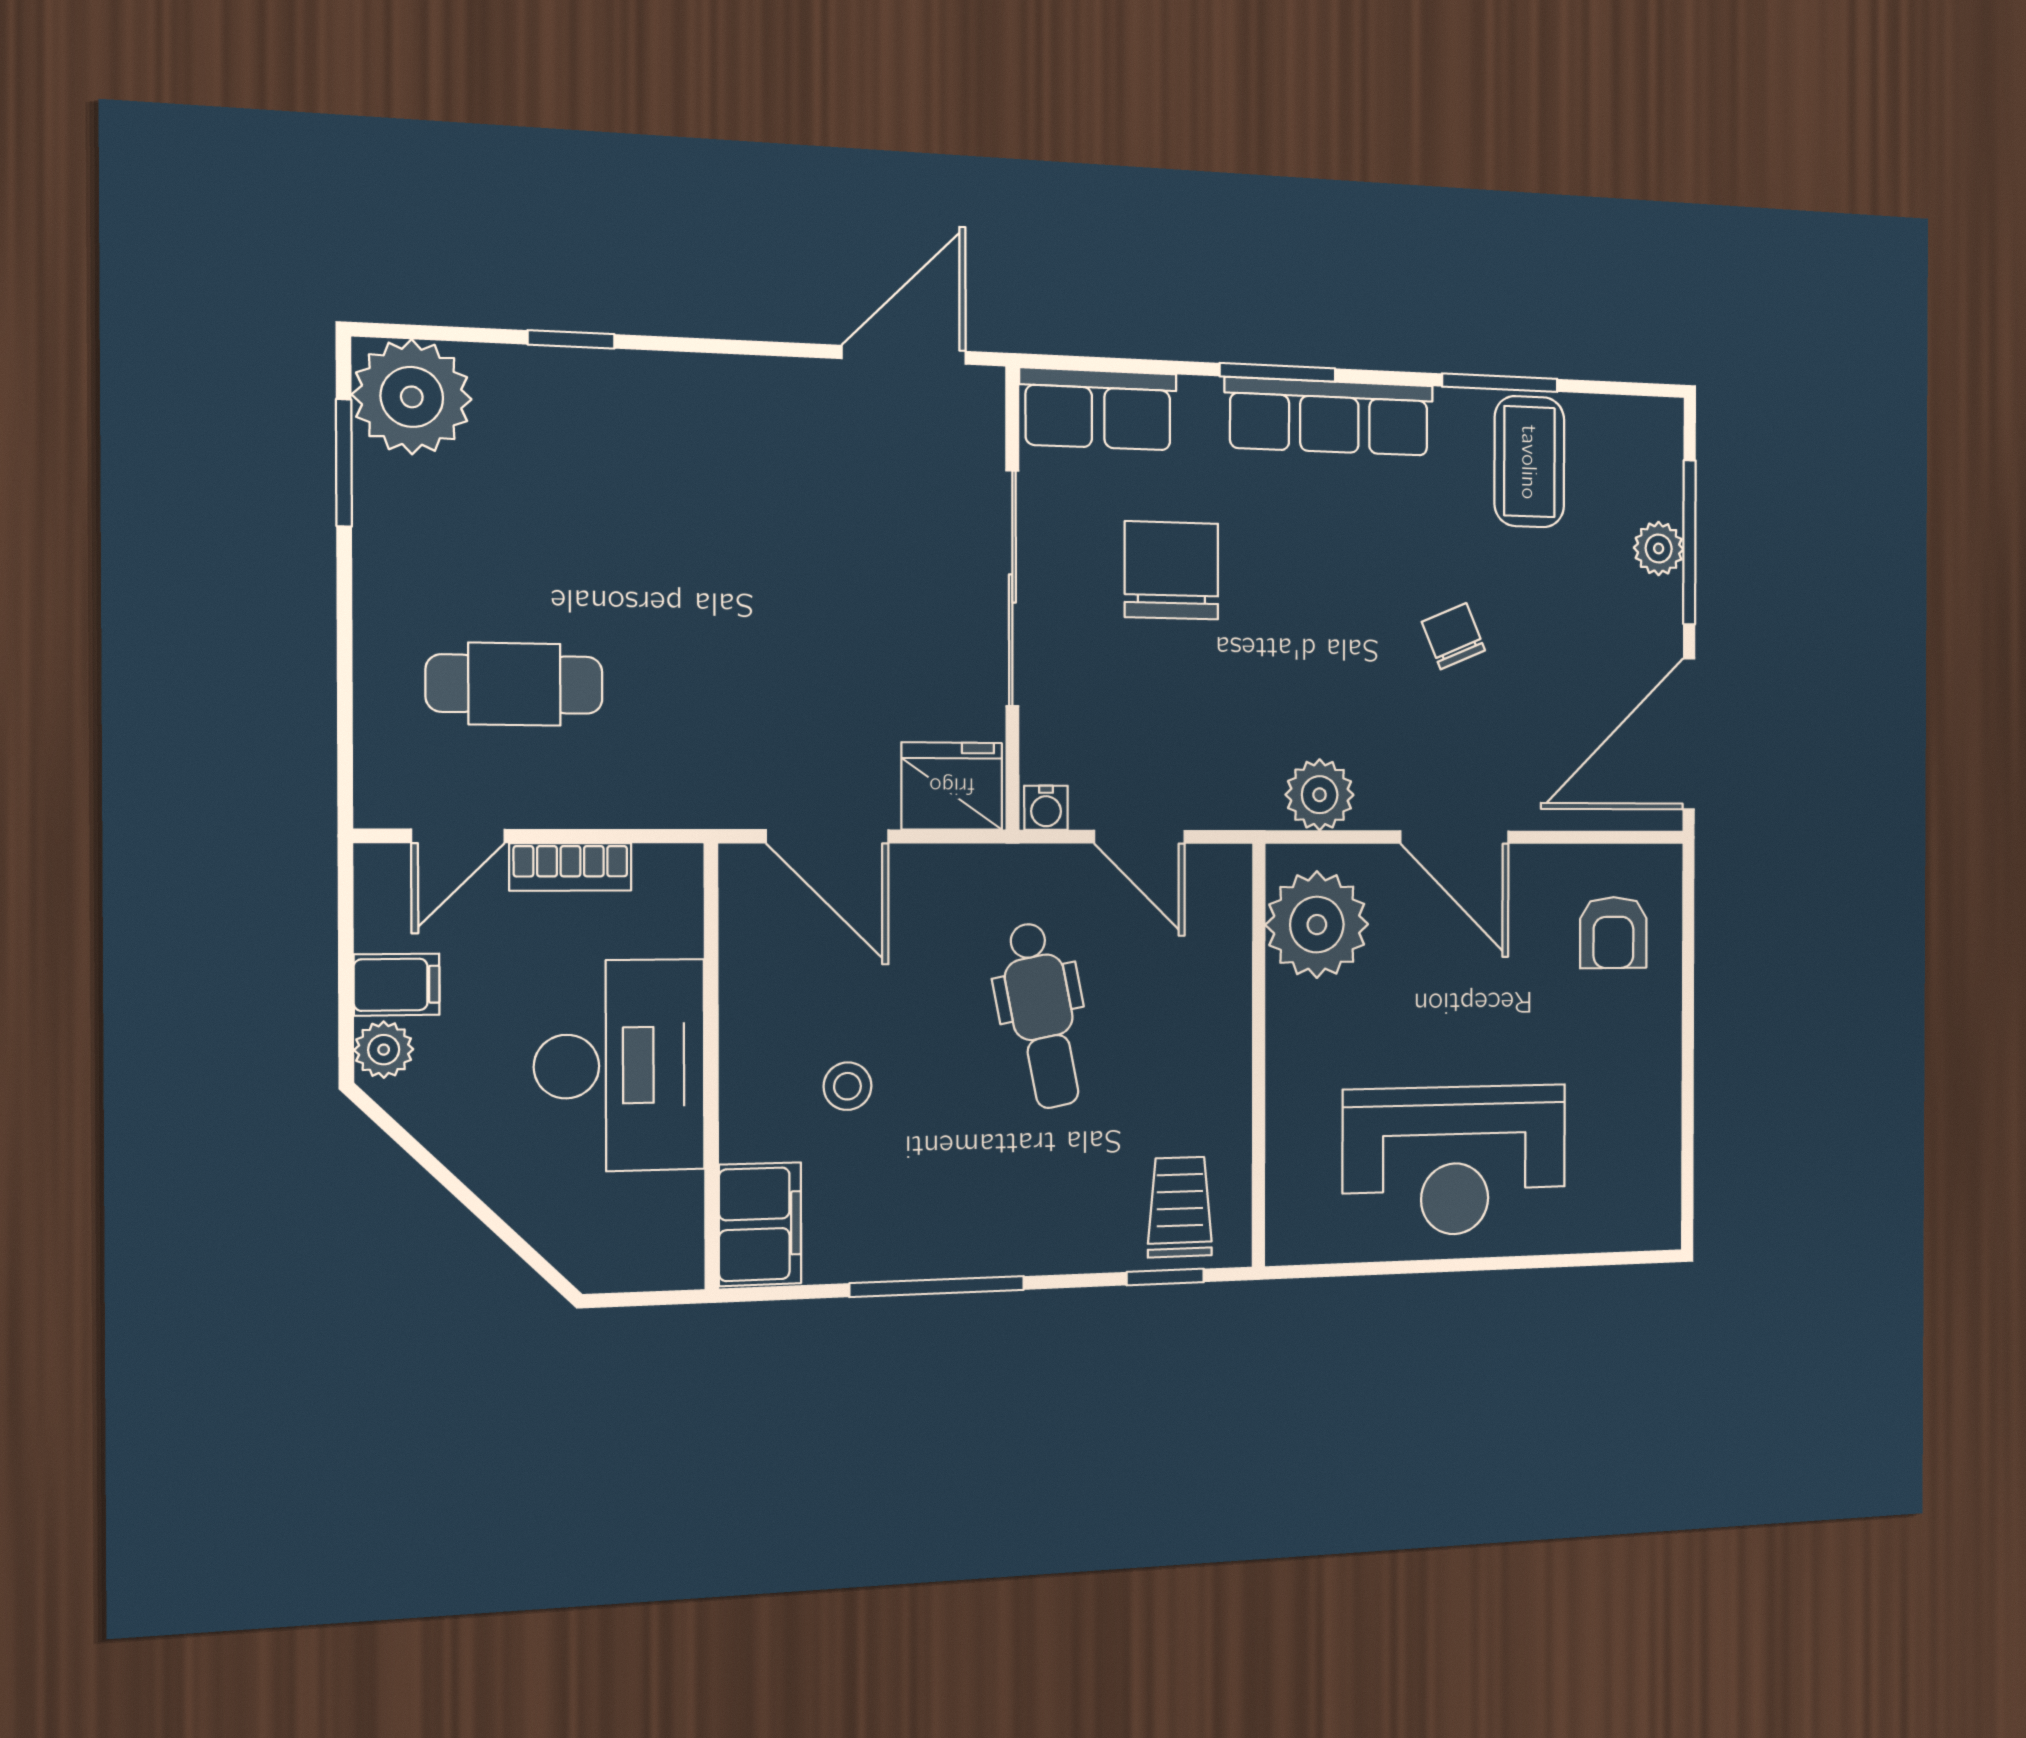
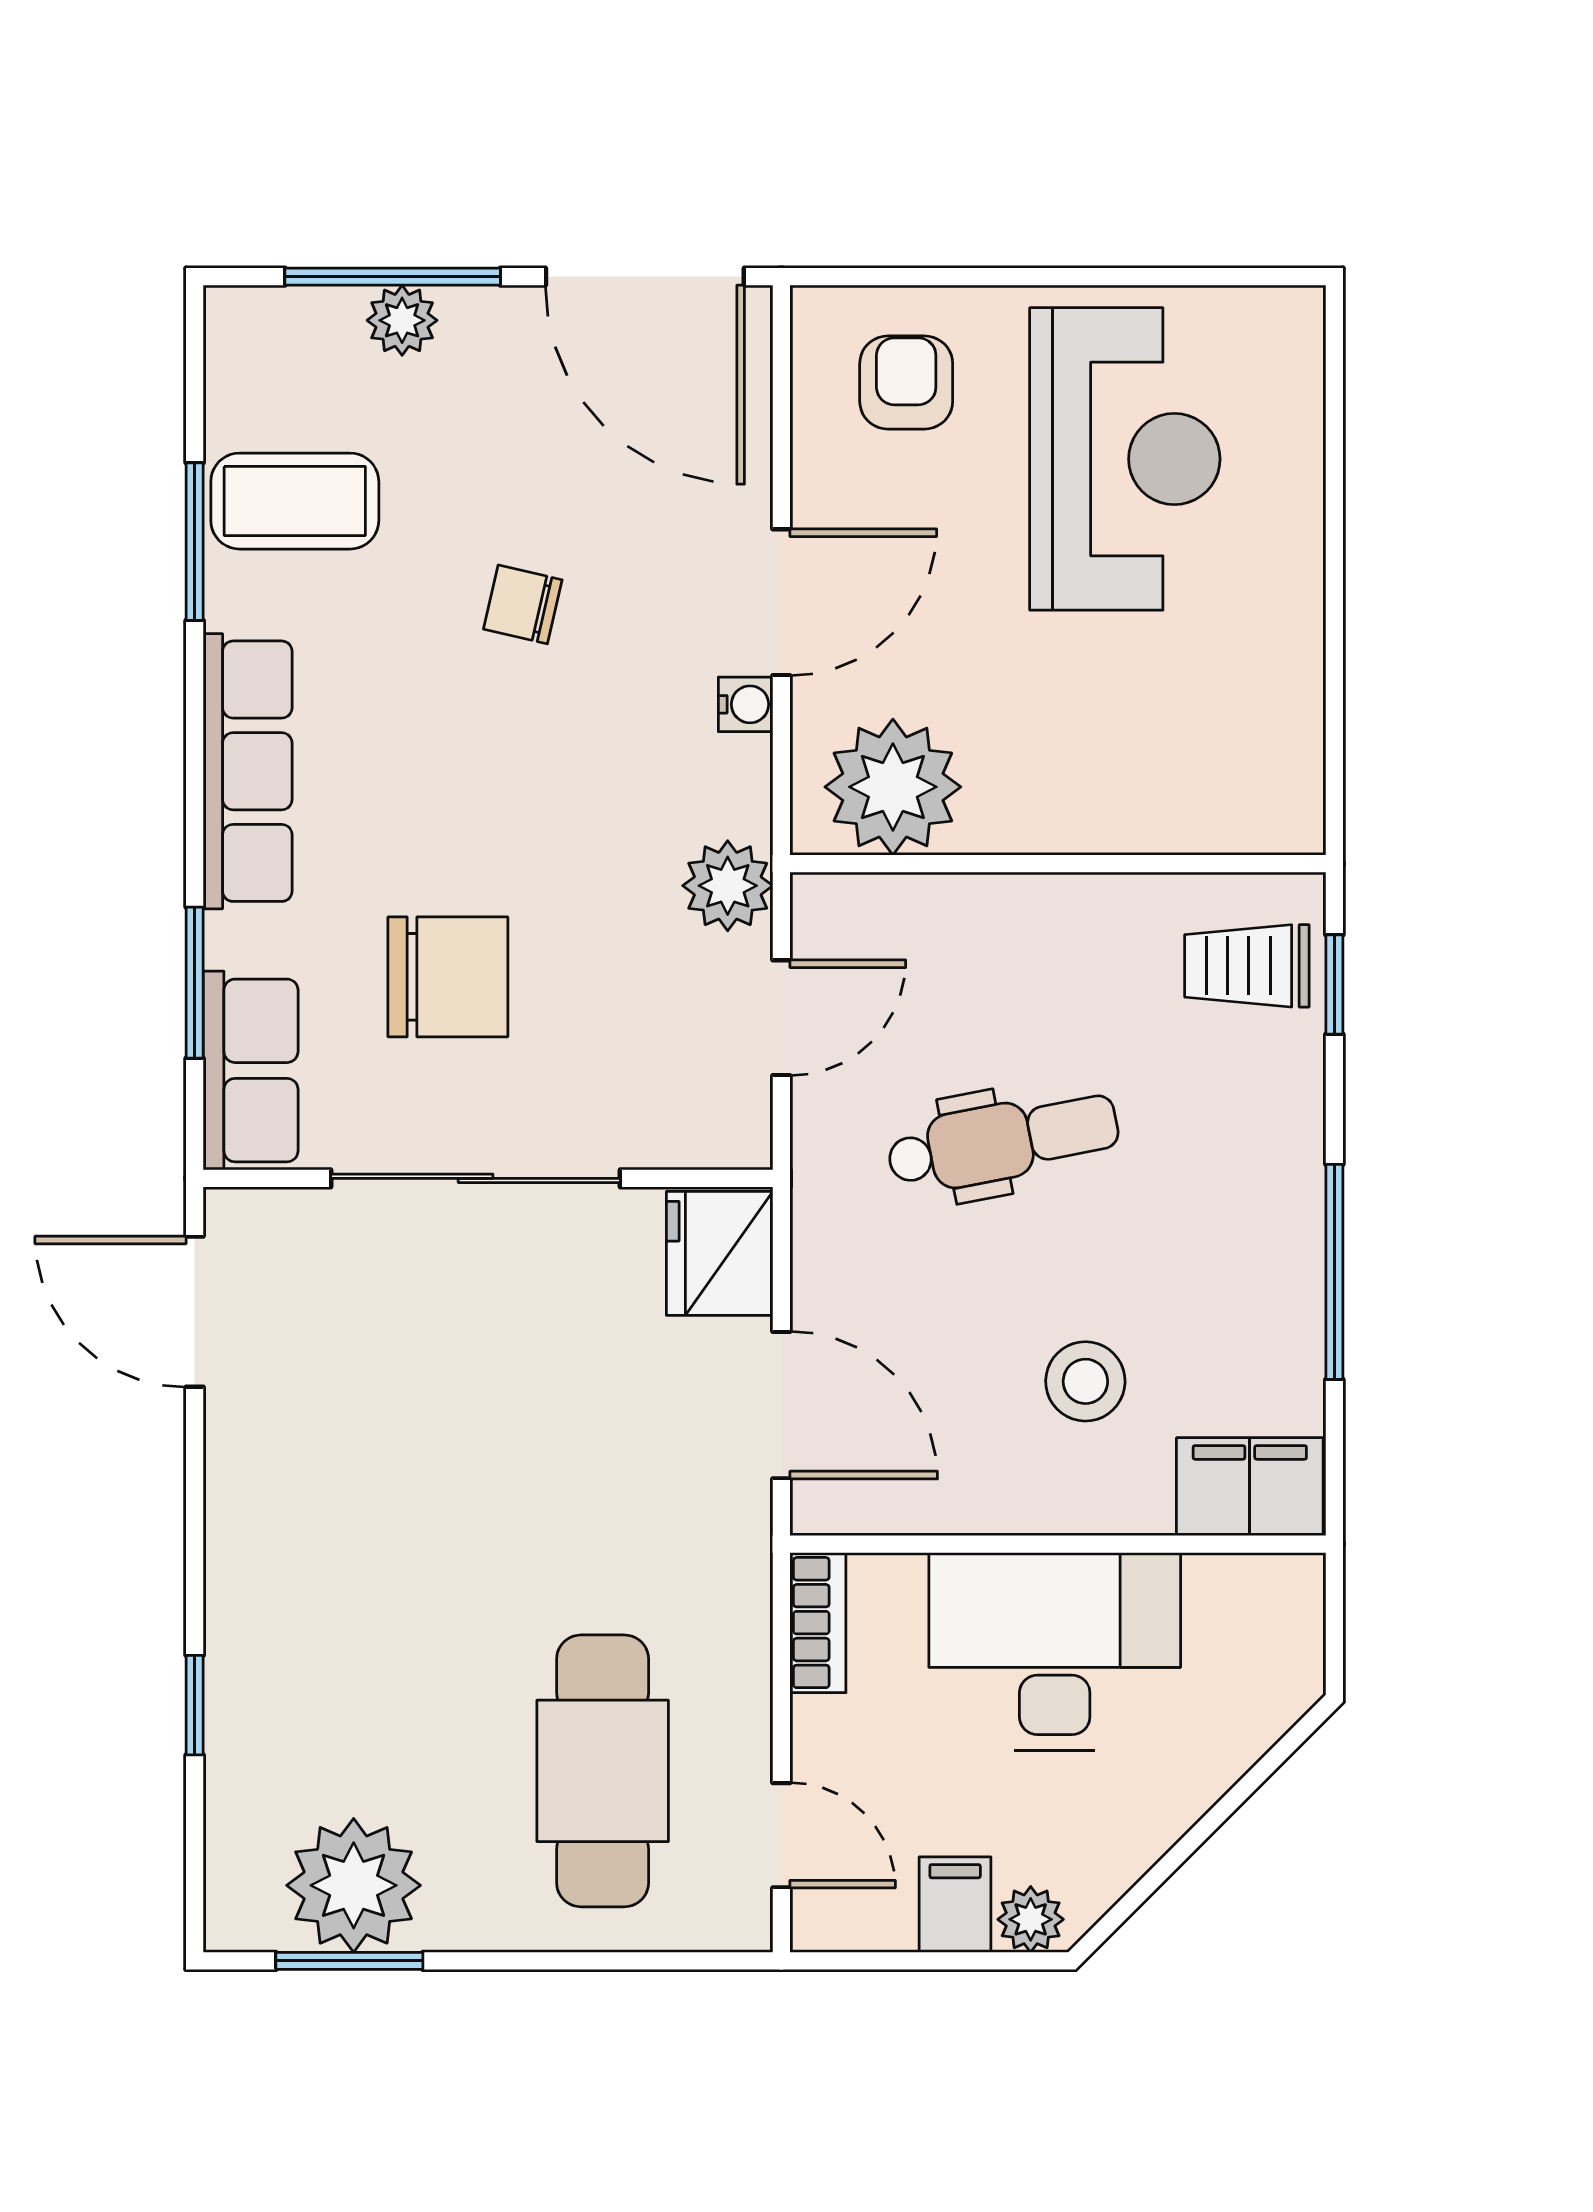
window: (1278, 372) -> (195, 983), moved
plant: (412, 397) -> (354, 1885), moved
chair: (1172, 570) -> (448, 977), turned 180
chair: (1453, 636) -> (523, 604), turned 36
cafe table: (515, 684) -> (603, 1771), width x1.37, depth x1.35
plant: (1320, 795) -> (728, 886), moved
water cooler: (1046, 808) -> (746, 704), moved
door: (827, 836) -> (781, 1405), hinge flipped
bookcase: (570, 867) -> (818, 1623), moved
armchair: (1613, 932) -> (906, 382), turned -90
stool: (847, 1086) -> (1085, 1381), width x1.37, depth x1.37
reception desk: (1455, 1161) -> (1125, 459), moved

